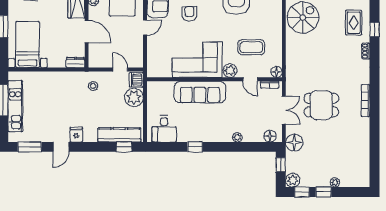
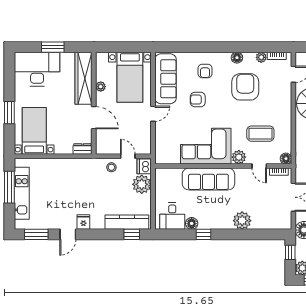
armchair: (189, 14) -> (198, 100), turned -90
stool: (93, 86) -> (111, 167), moved
floor lamp: (270, 136) -> (192, 223), moved
plant: (237, 137) -> (242, 221), width x1.87, depth x1.87

